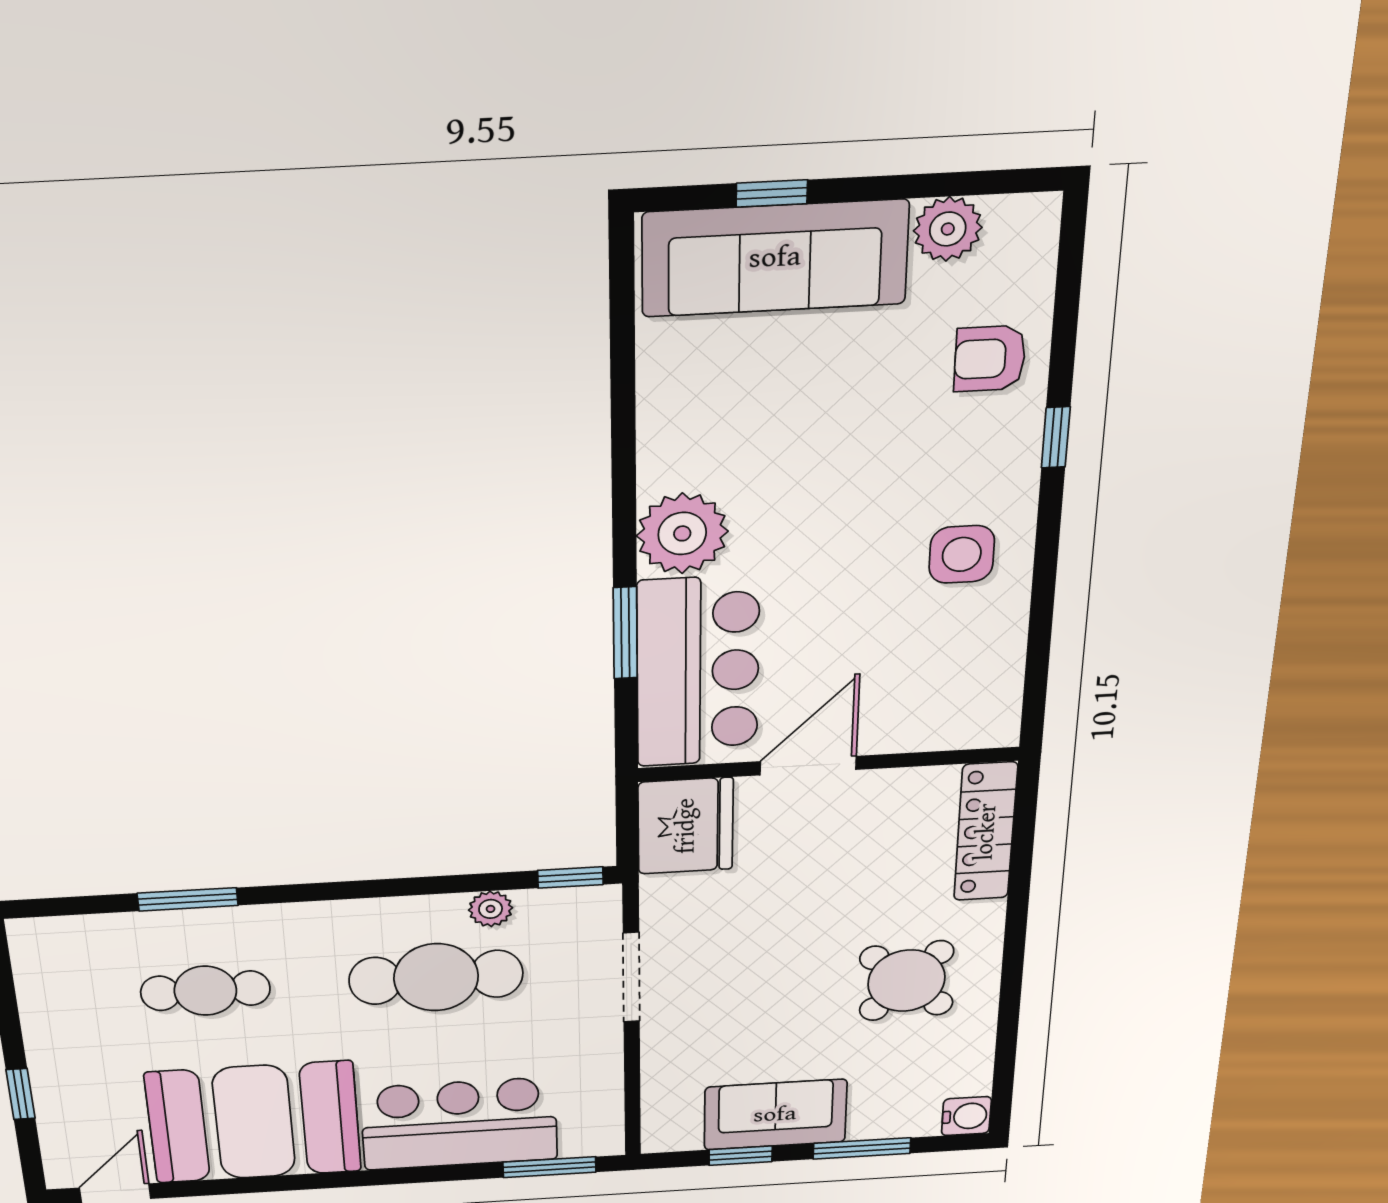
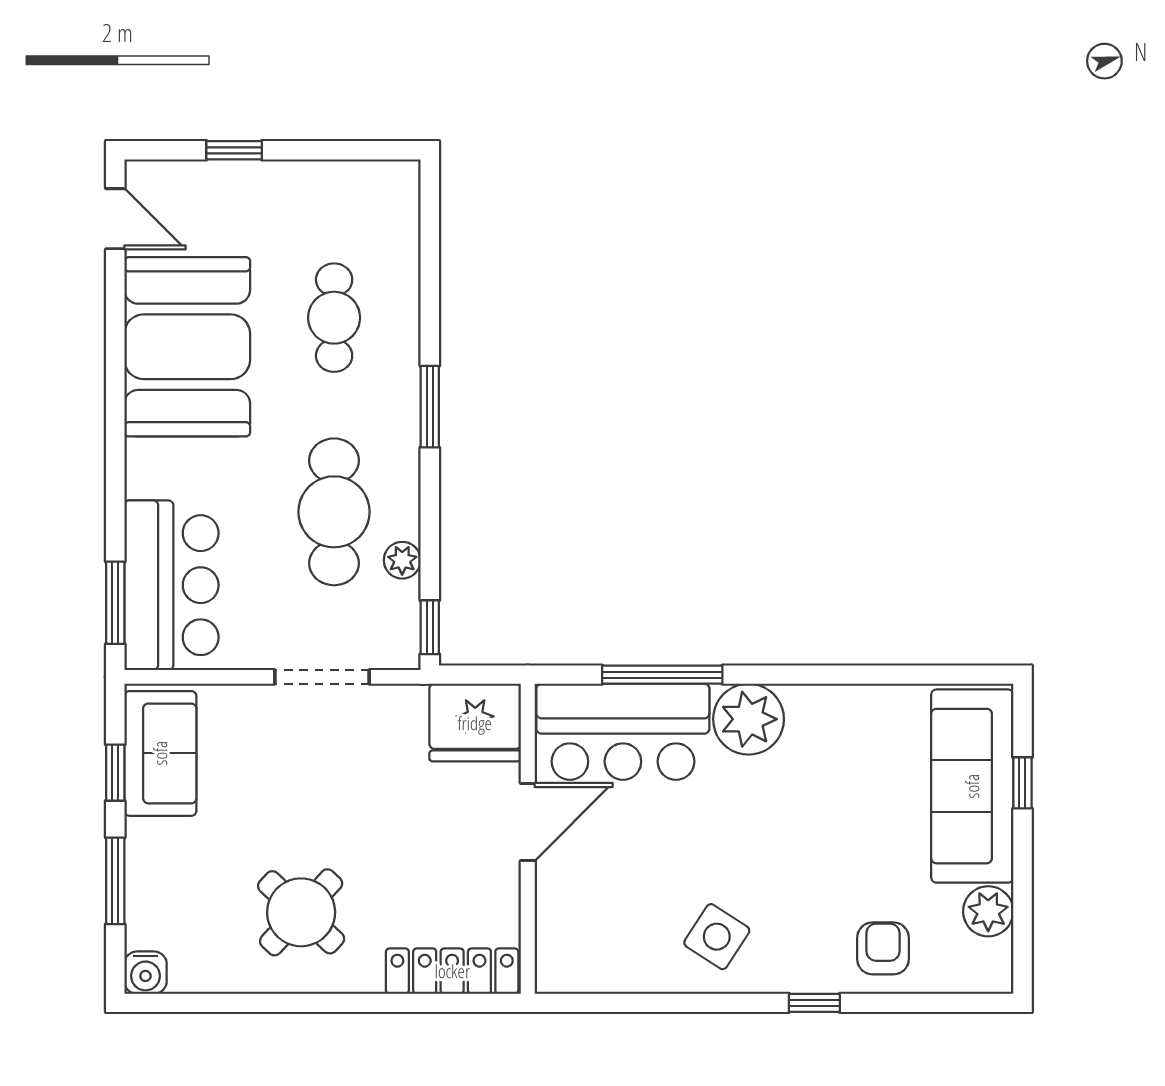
side table: (962, 554) -> (717, 937), turned 33
window: (625, 633) -> (662, 675), width x1.44
door: (808, 766) -> (528, 822), hinge flipped
window: (188, 899) -> (430, 407), moved
sofa: (775, 1115) -> (160, 753), moved
bar counter: (459, 1124) -> (171, 585), moved

